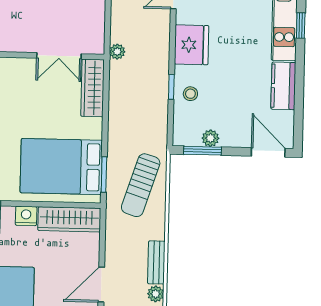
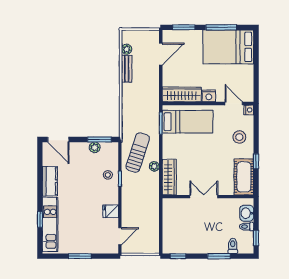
fridge: (192, 45) -> (111, 211), width x0.53, depth x0.75
plant: (117, 52) -> (154, 166), moved
double door: (59, 56) -> (204, 197), moved
bed: (61, 167) -> (188, 122), width x0.67
sun lounger: (141, 185) -> (138, 153), moved

